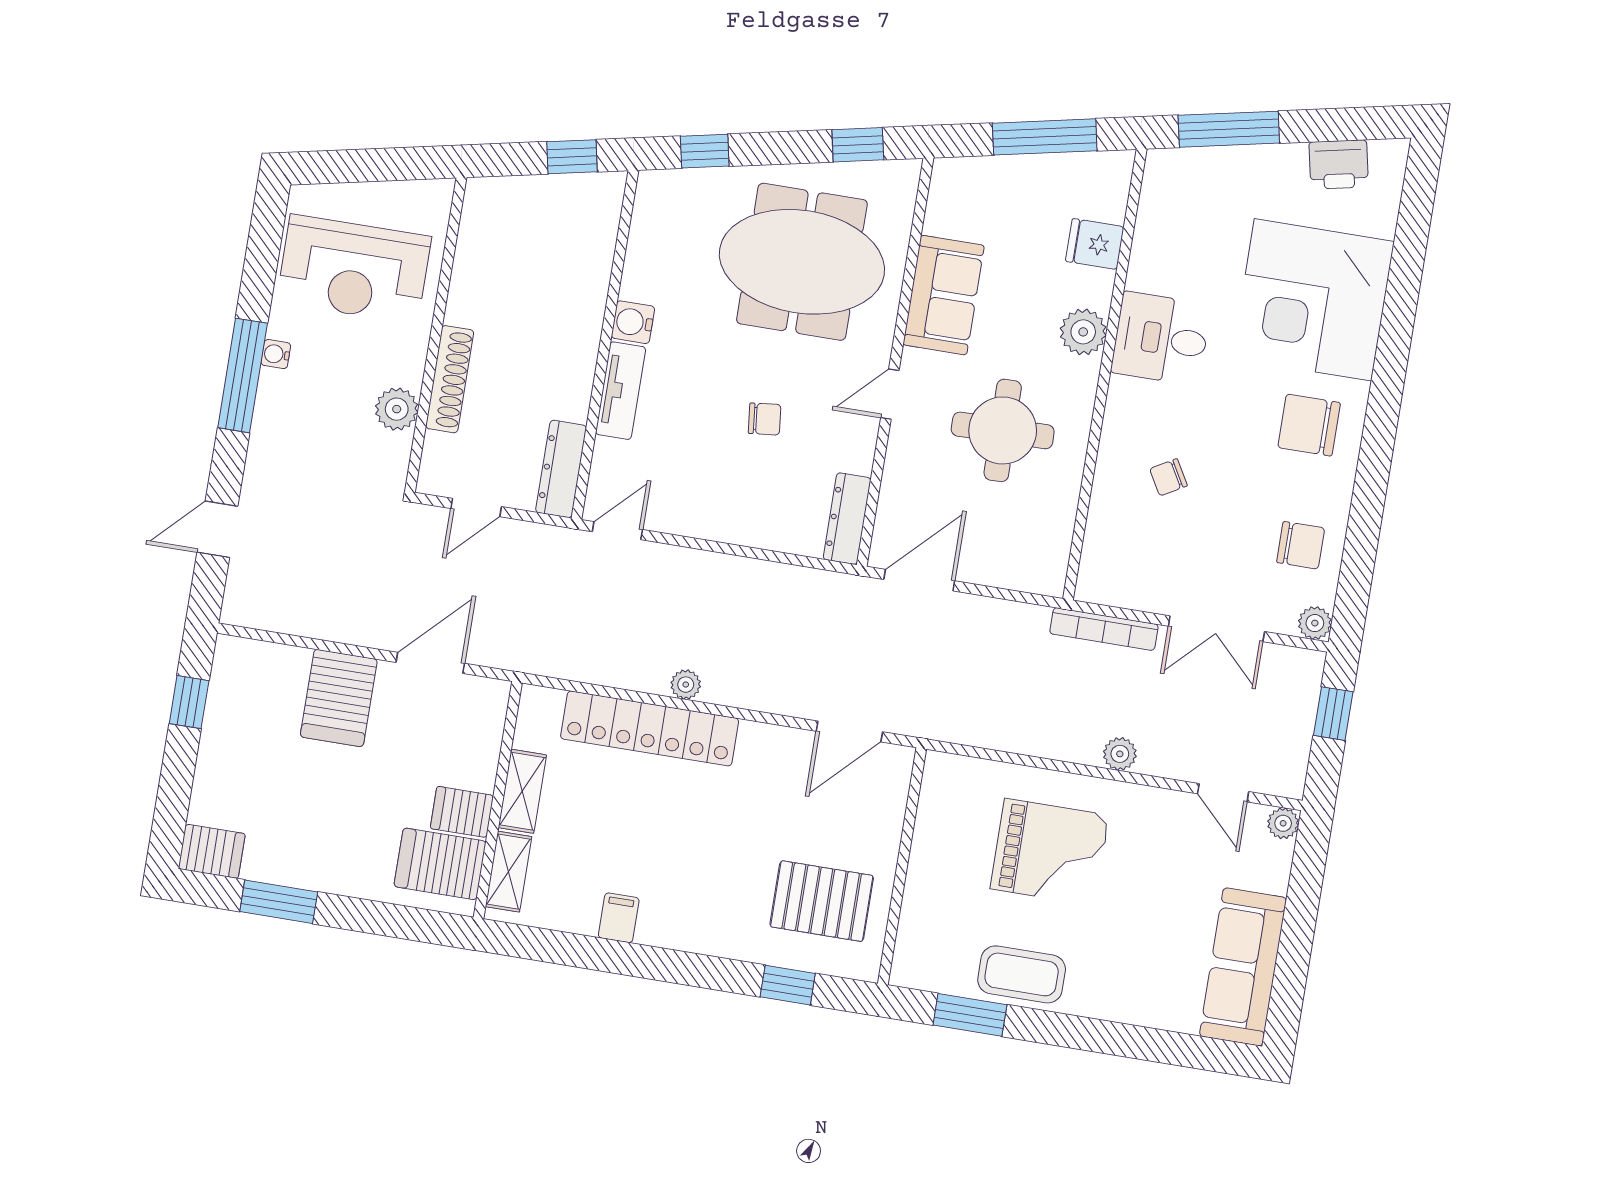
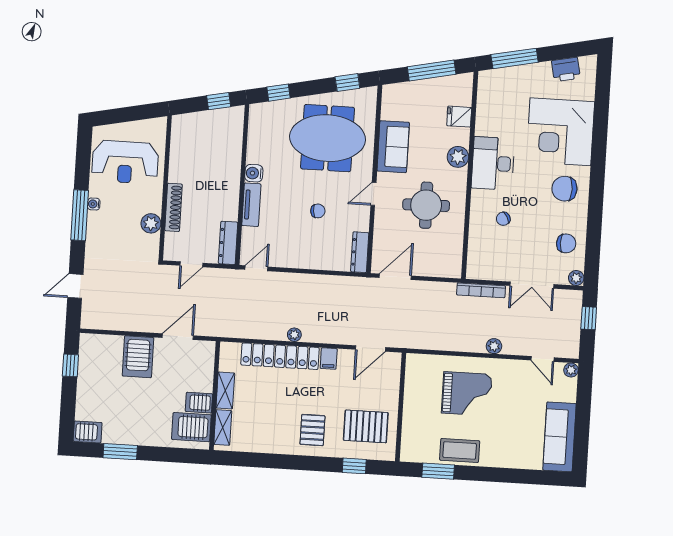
desk: (1161, 339) -> (493, 163), width x1.37
pallet: (704, 897) -> (312, 430), added
filing cabinet: (619, 918) -> (329, 359), moved, turned 180

